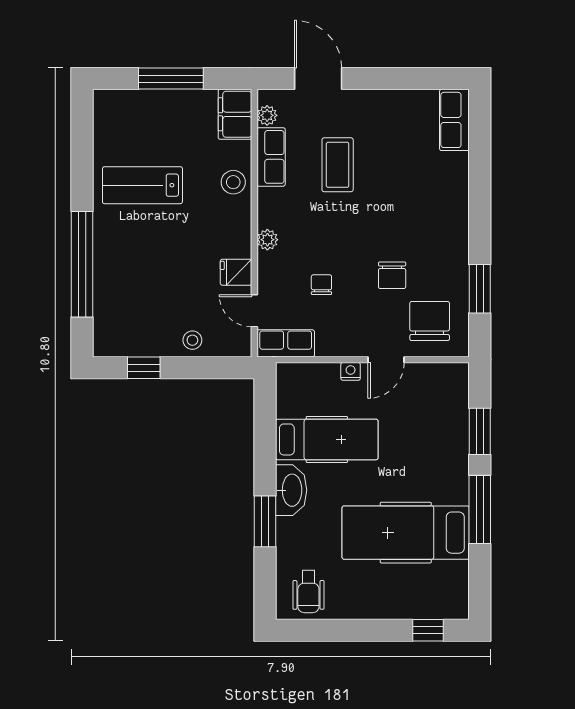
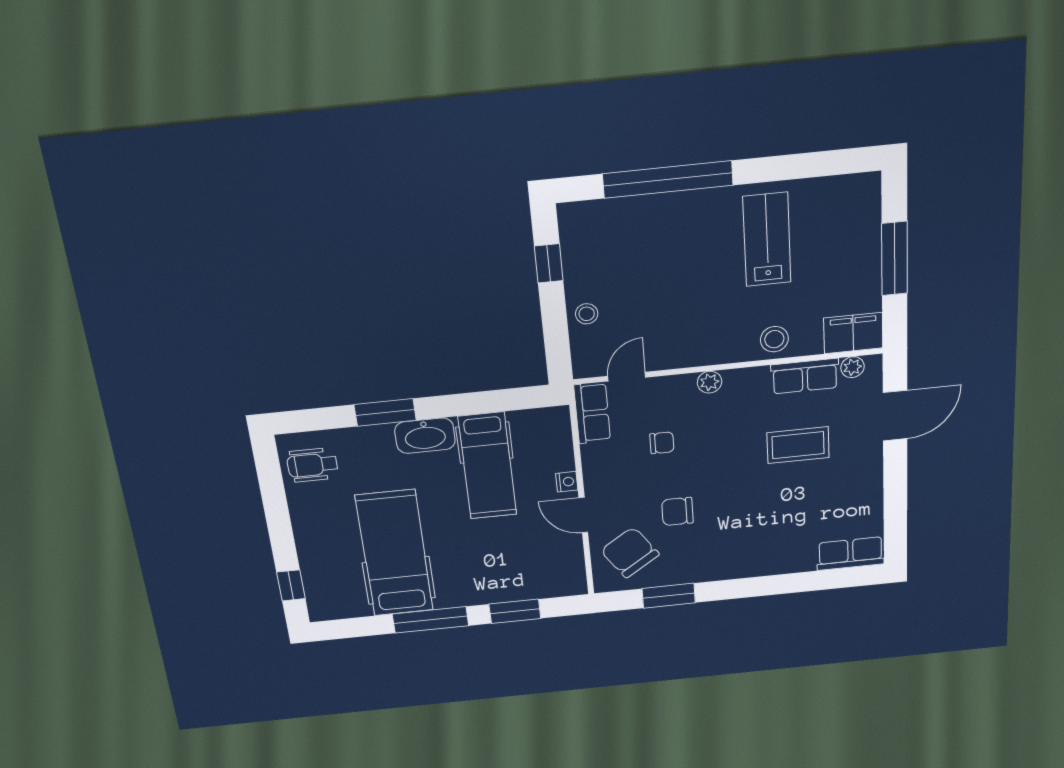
fridge: (236, 272) -> (670, 353), removed
chair: (430, 321) -> (630, 552), turned -124

